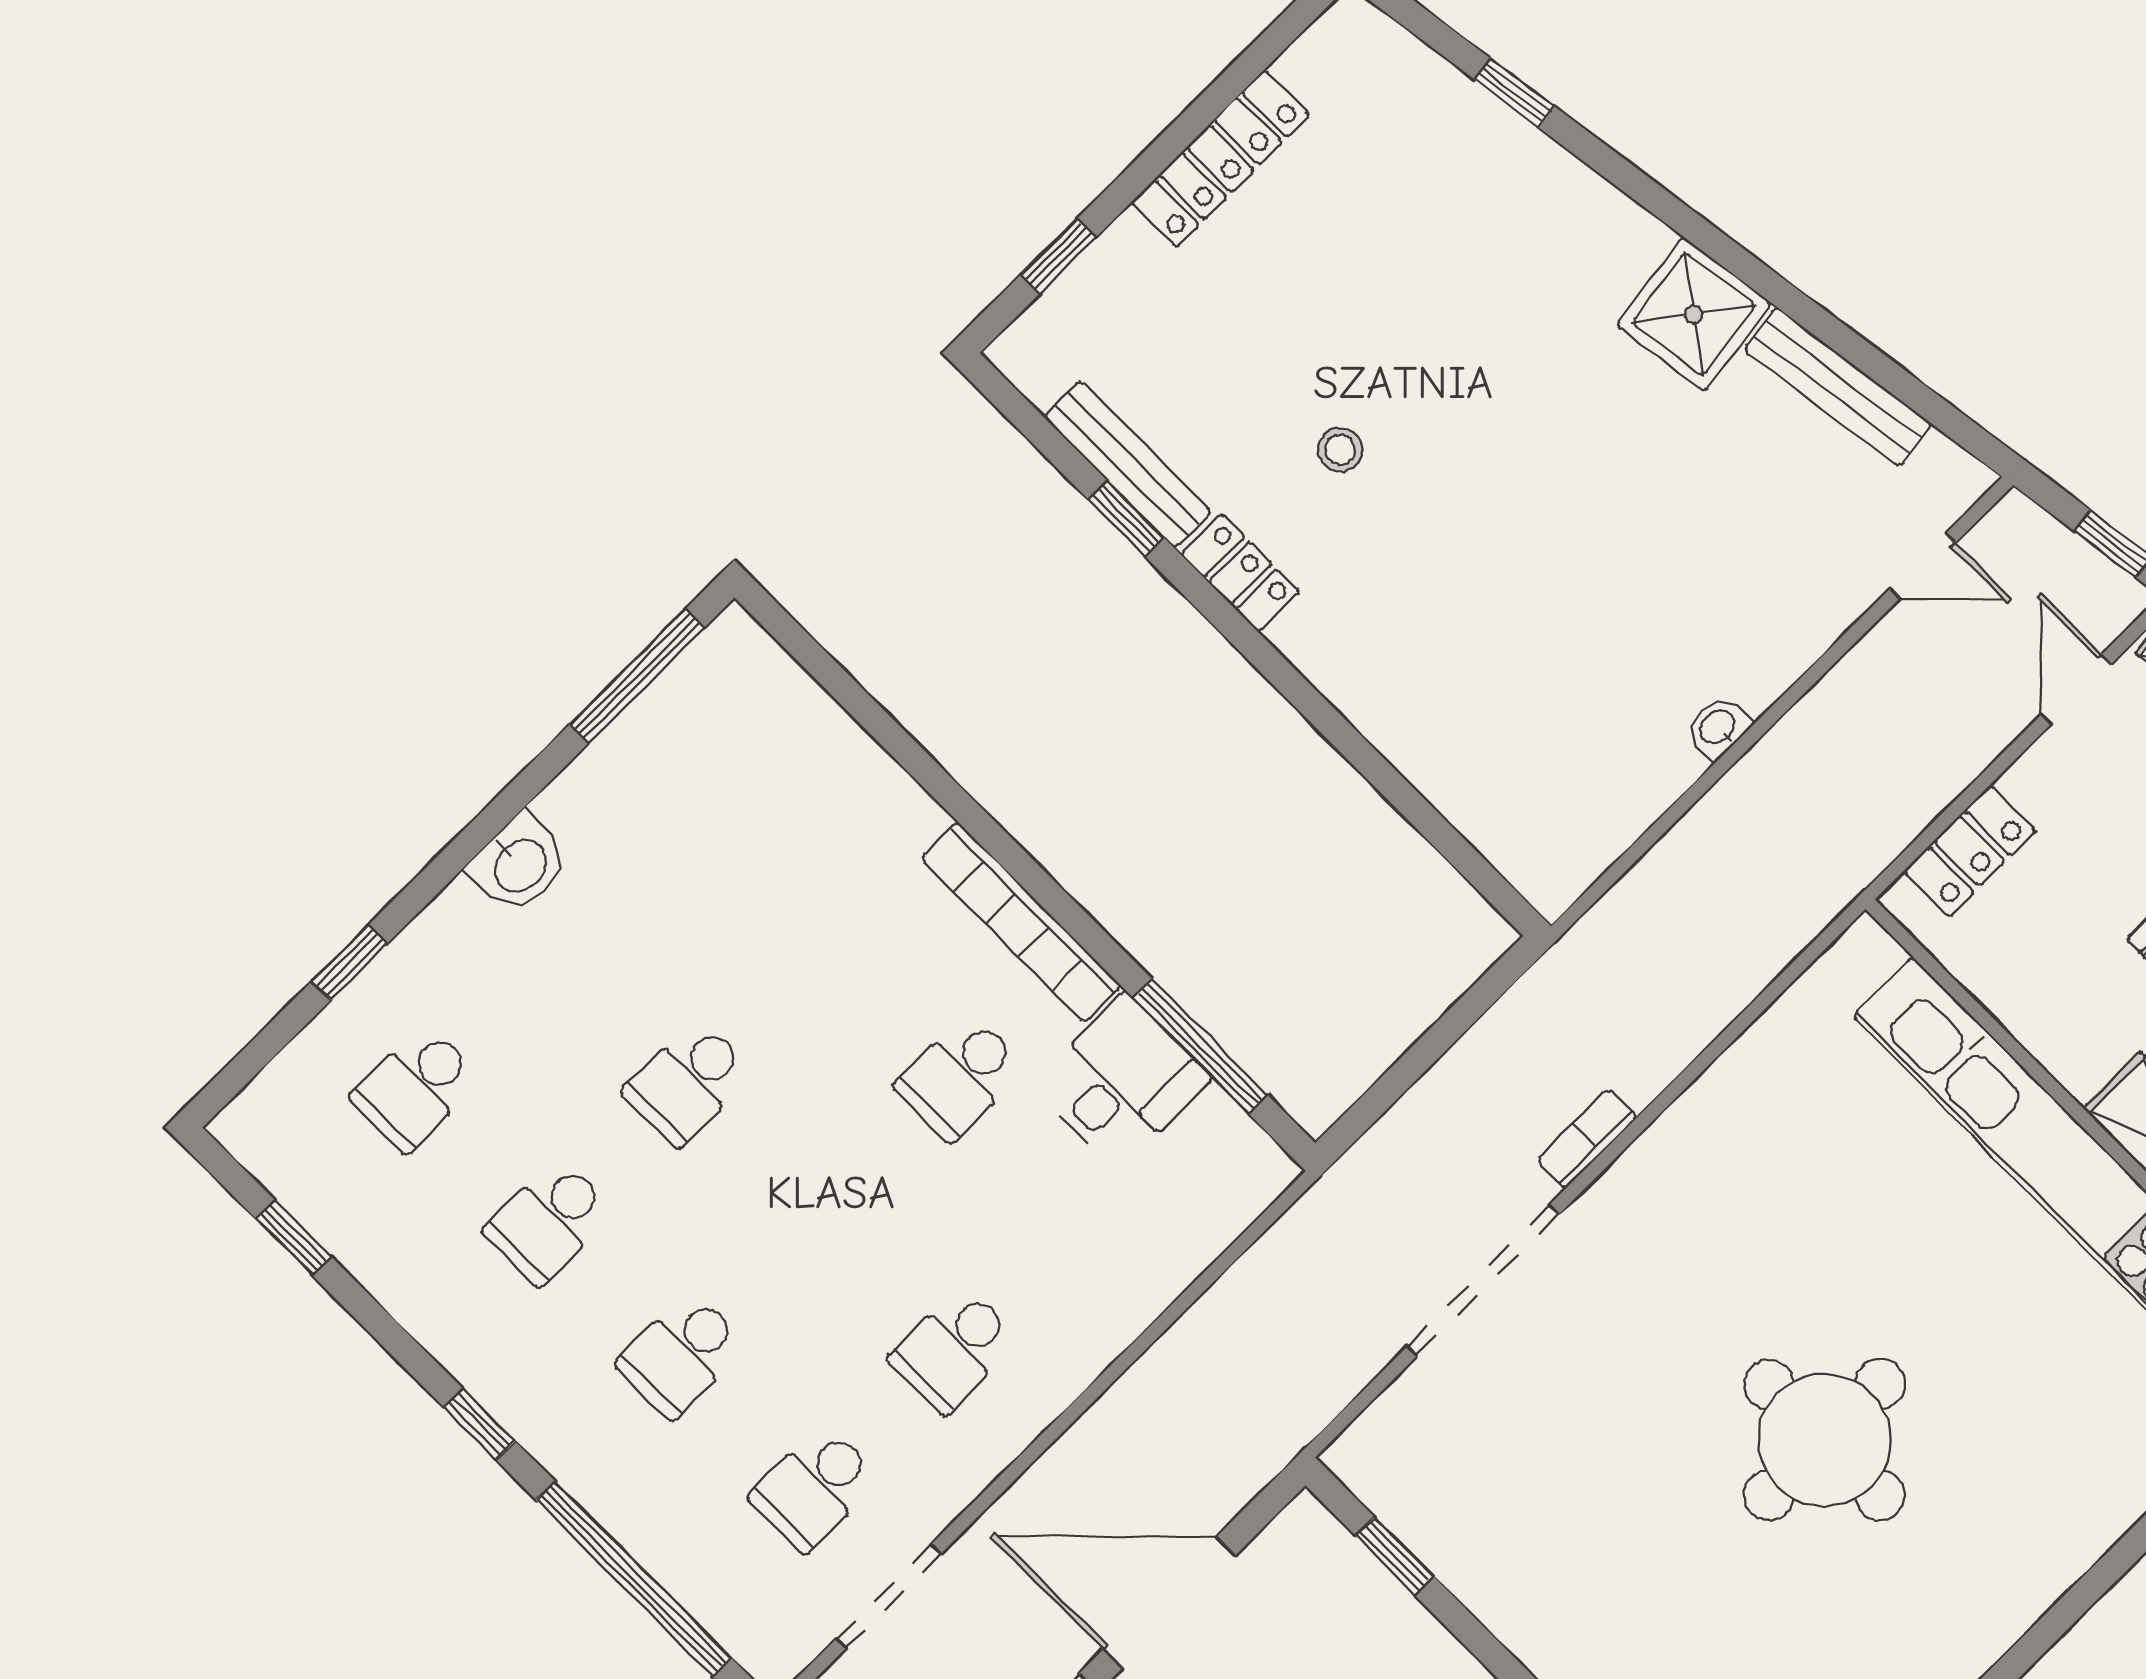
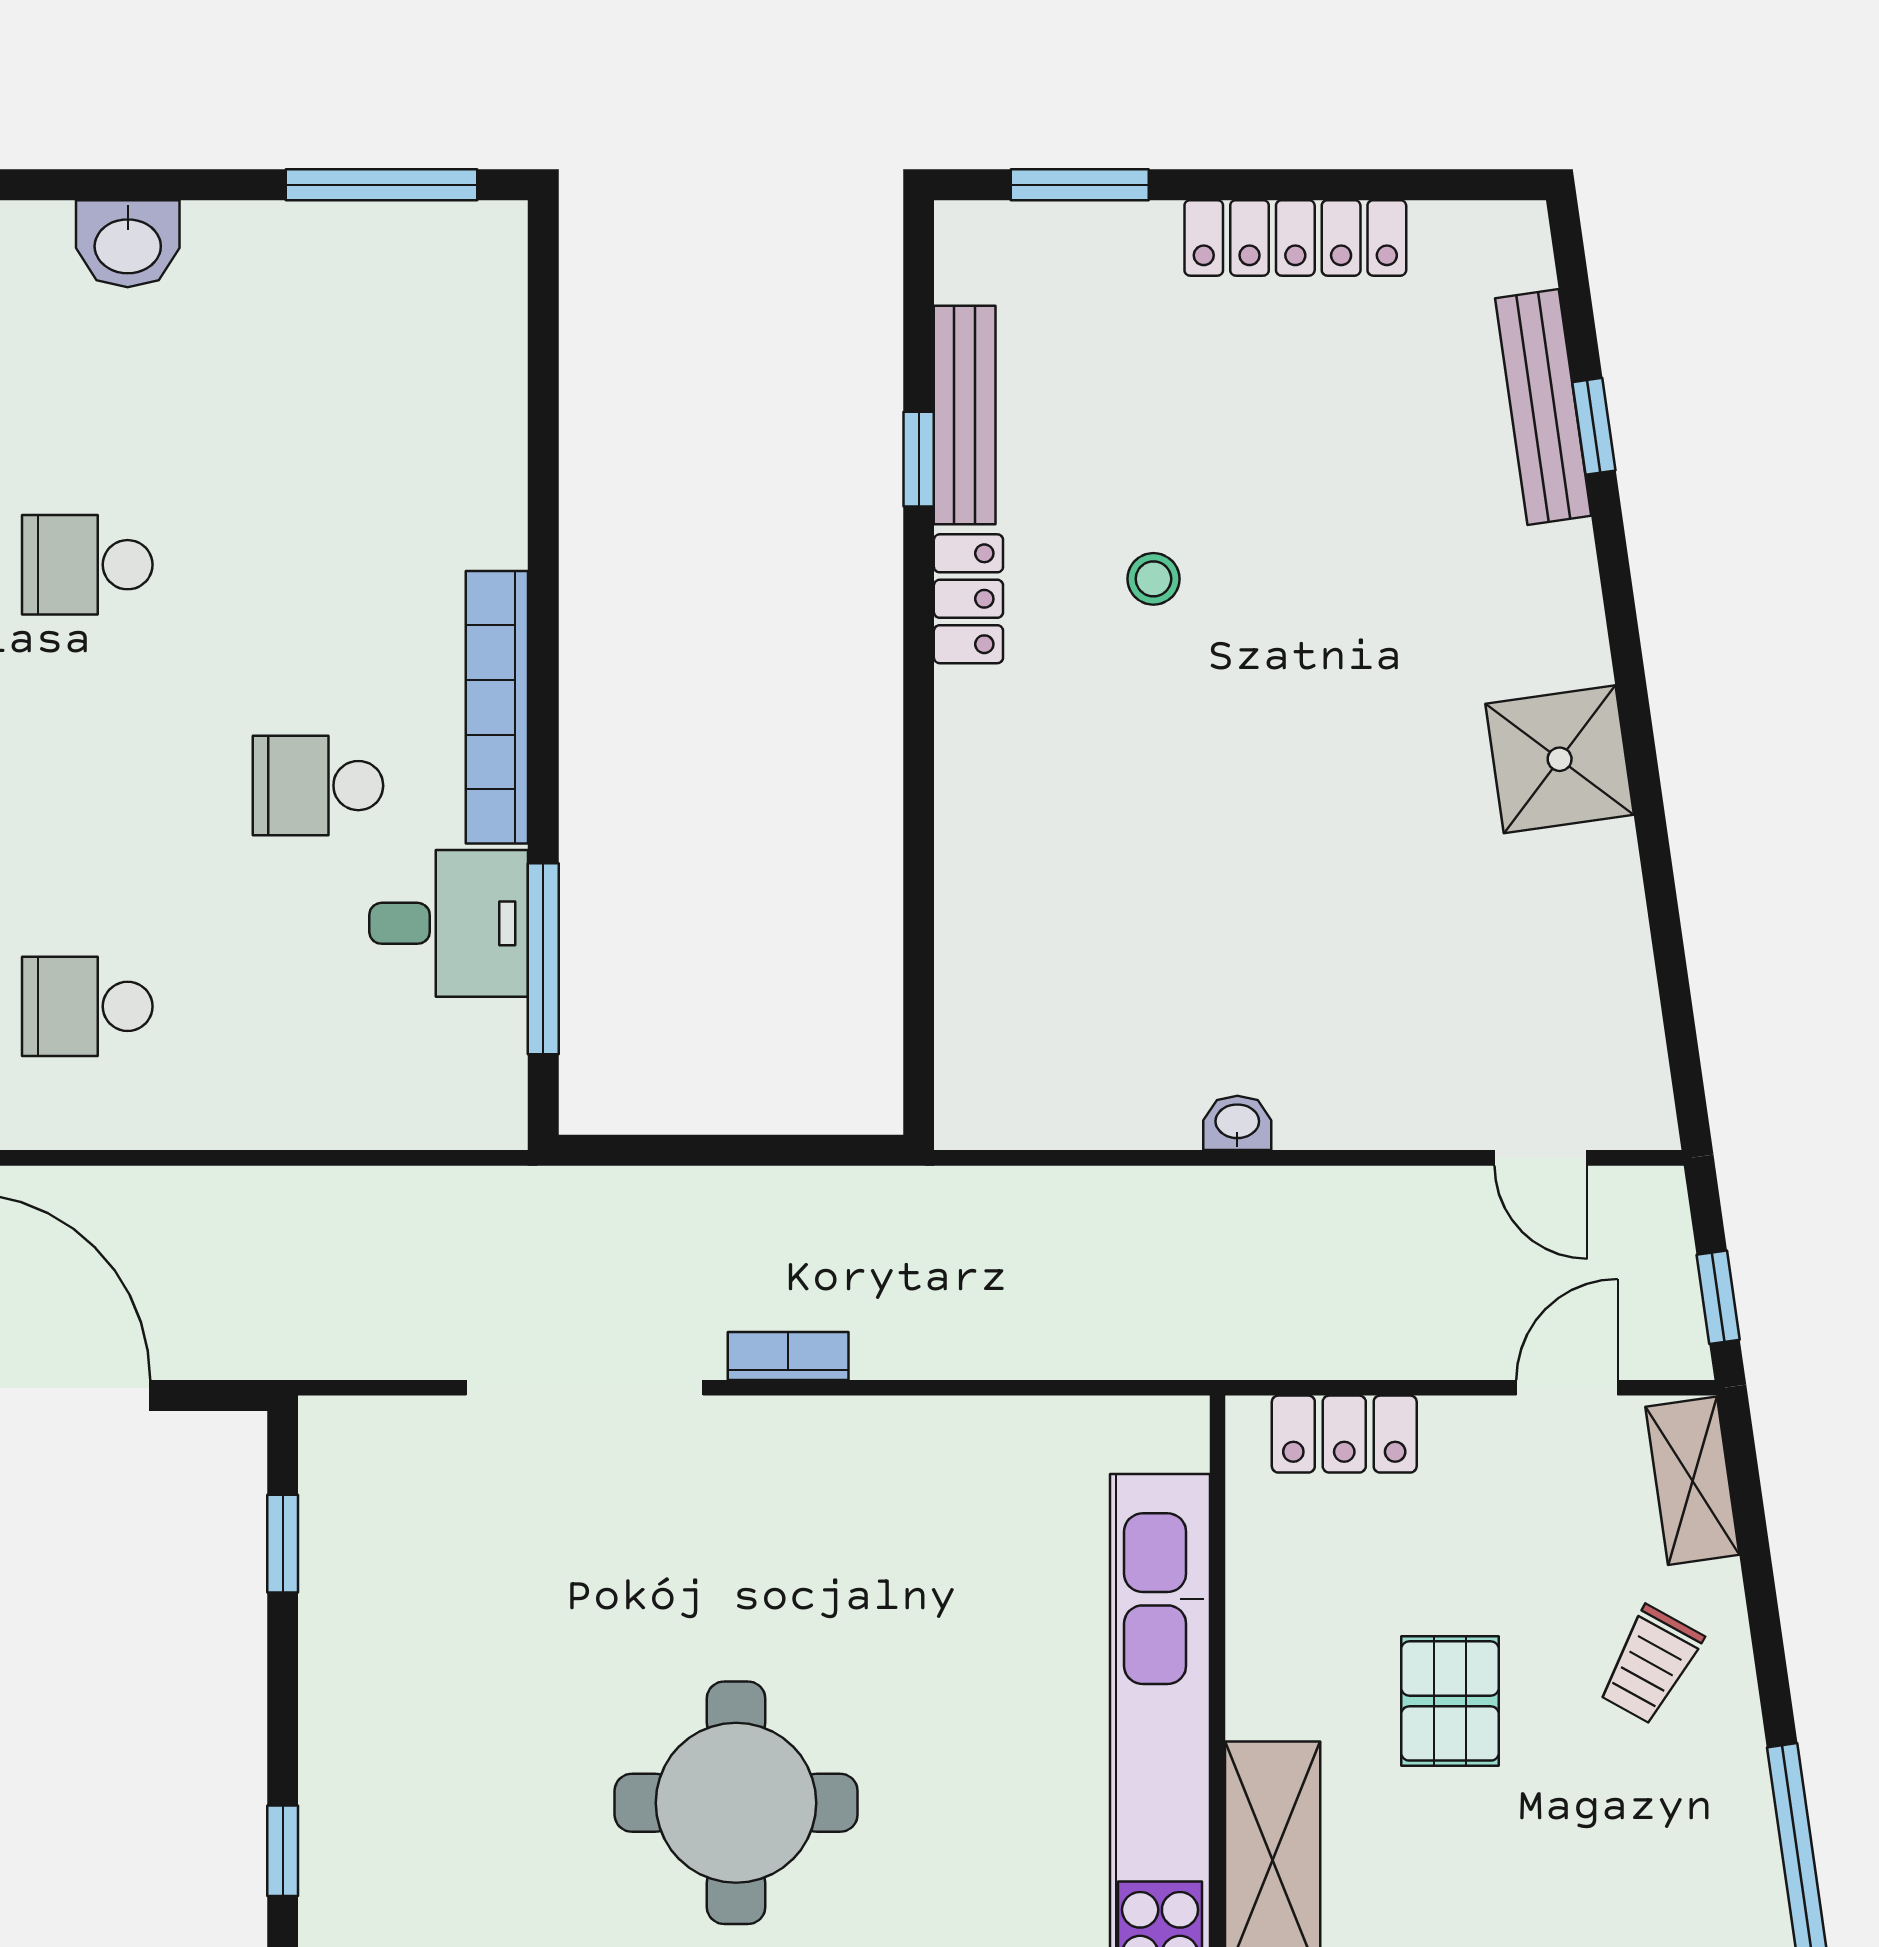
window: (1058, 256) -> (1080, 185), width x1.50
bench: (1838, 387) -> (1543, 407), moved

